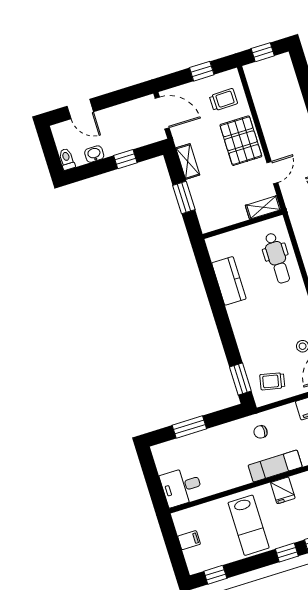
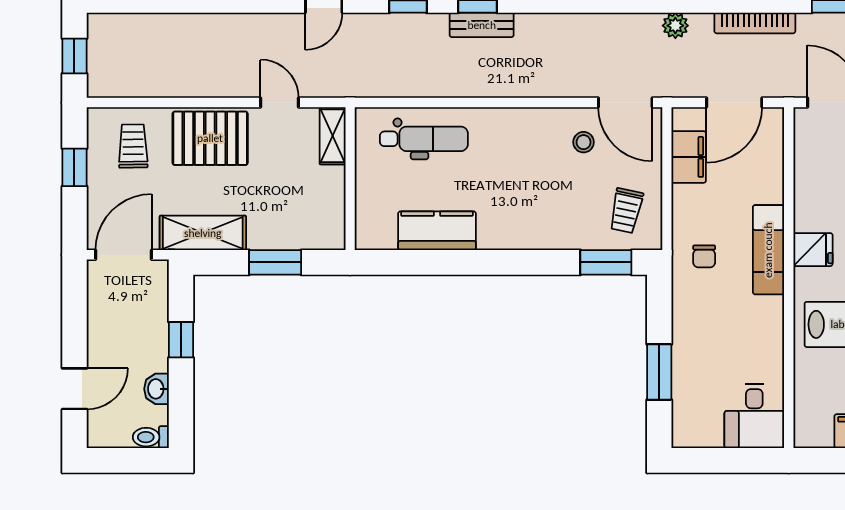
shelving: (188, 161) -> (203, 233), width x1.50, depth x1.33

